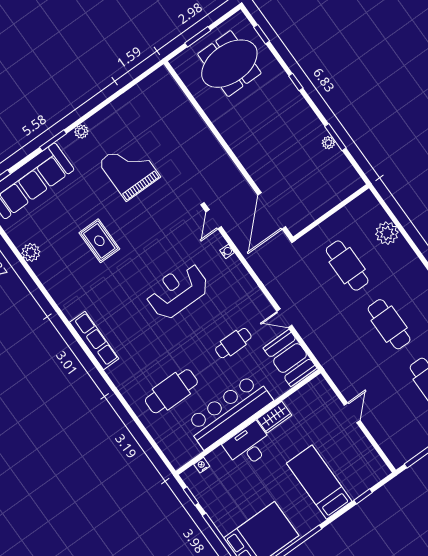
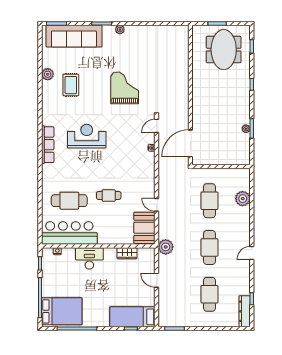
meeting table: (229, 64) -> (224, 50), turned 90
grand piano: (129, 170) -> (125, 88), moved
rug: (99, 241) -> (71, 85), moved
reception desk: (177, 291) -> (87, 136), moved
cafe table: (233, 343) -> (109, 196), moved
plant: (334, 363) -> (166, 247), added
bar counter: (229, 411) -> (69, 233), moved
door: (352, 413) -> (156, 280), swing flipped
wardrobe: (274, 417) -> (127, 253), moved
bed: (319, 482) -> (132, 317), moved, turned -90

